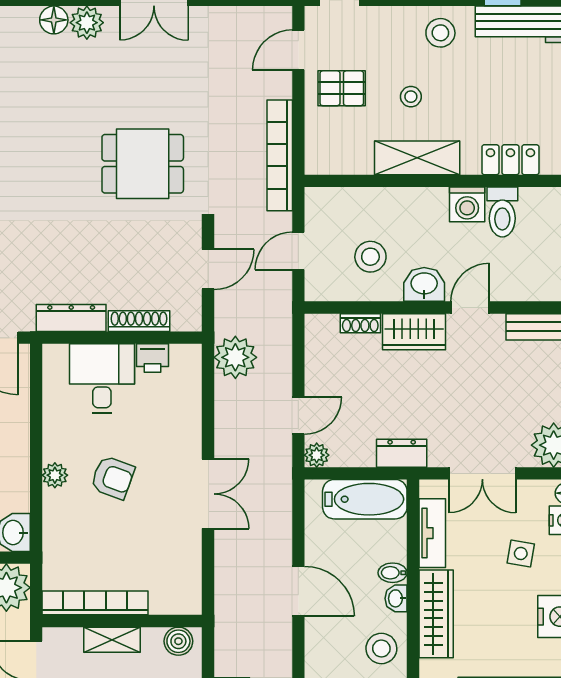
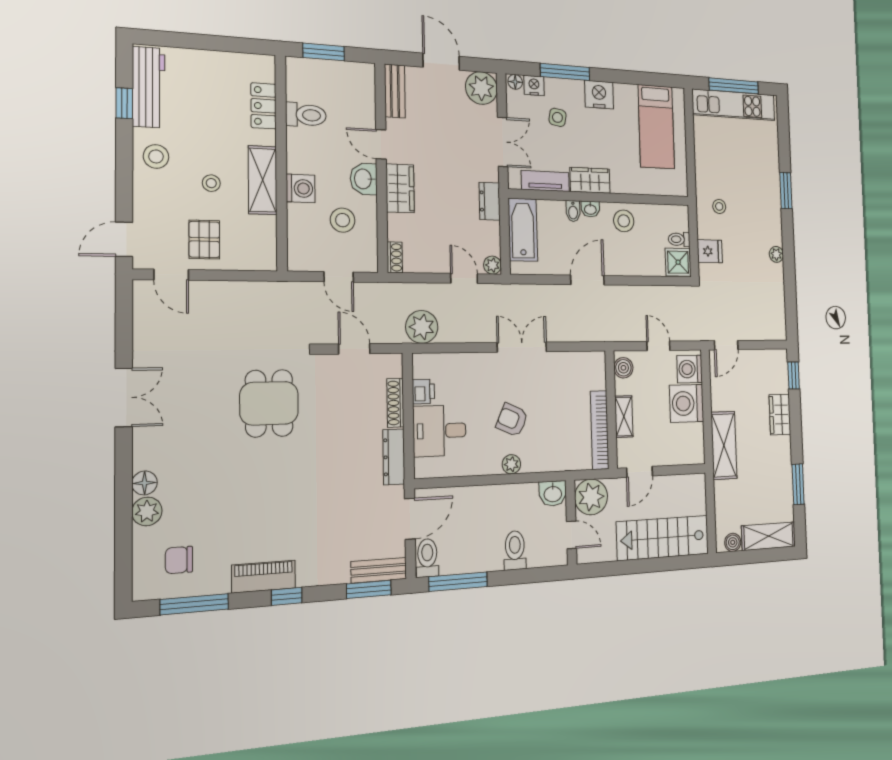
plant: (87, 23) -> (147, 511), moved
bookcase: (280, 155) -> (261, 291), removed
washing machine: (467, 204) -> (301, 188), moved
shoe rack: (360, 323) -> (395, 257), moved
armchair: (113, 478) -> (512, 420), turned -86
wardrobe: (436, 614) -> (590, 180), width x0.67

